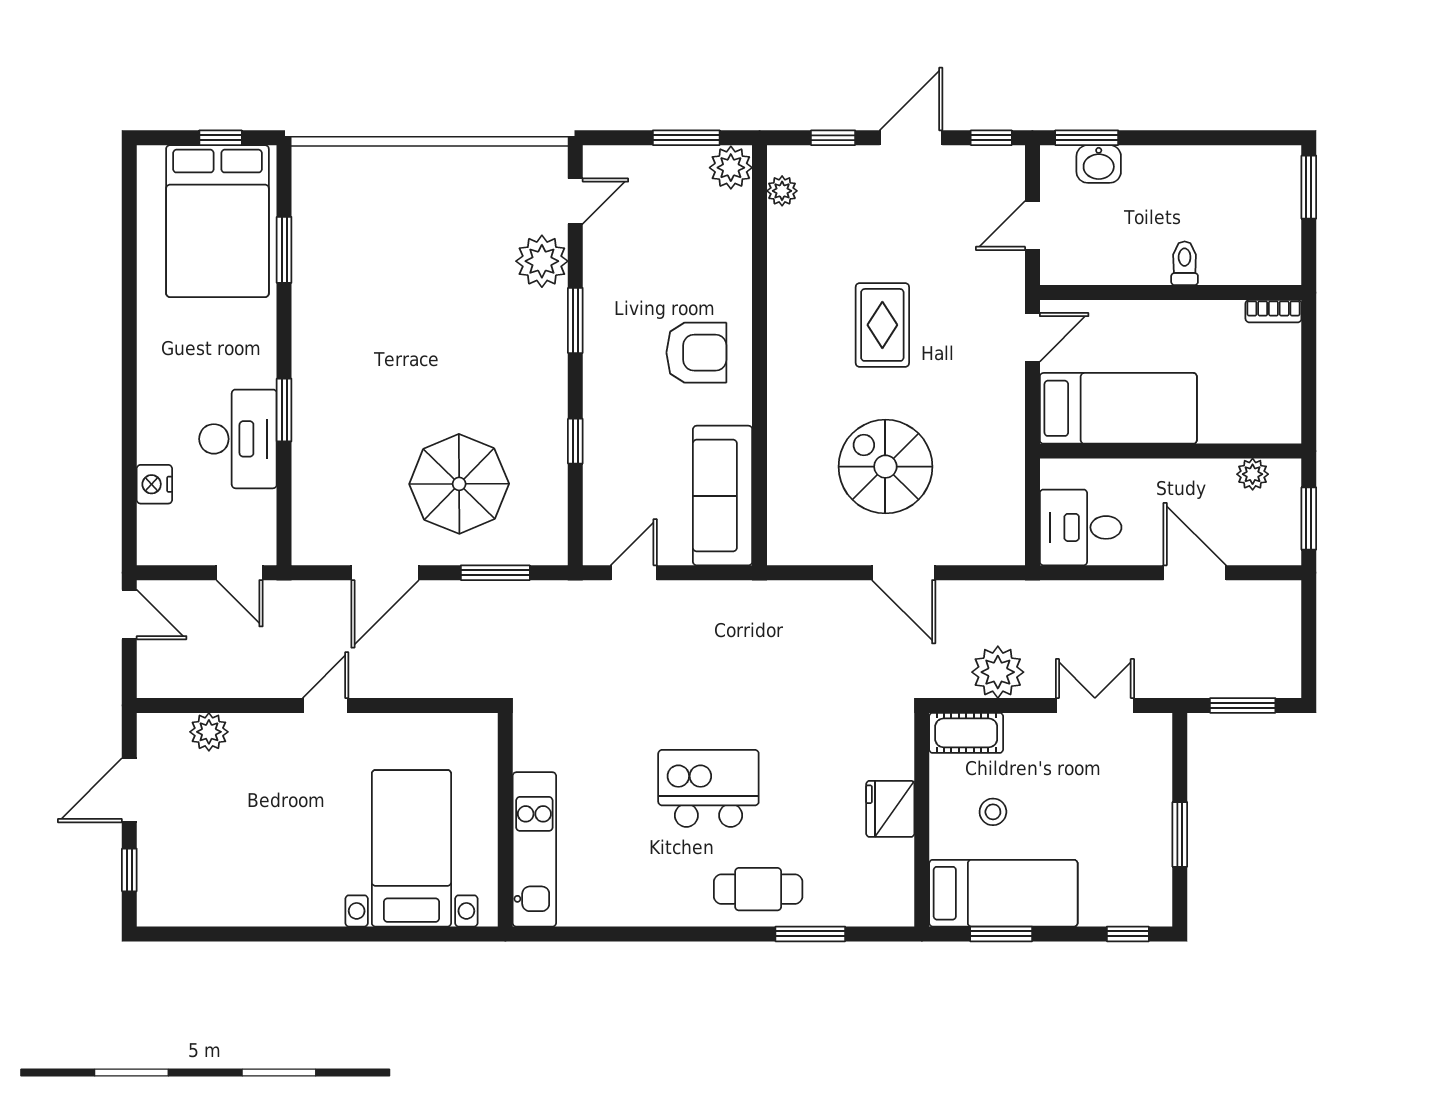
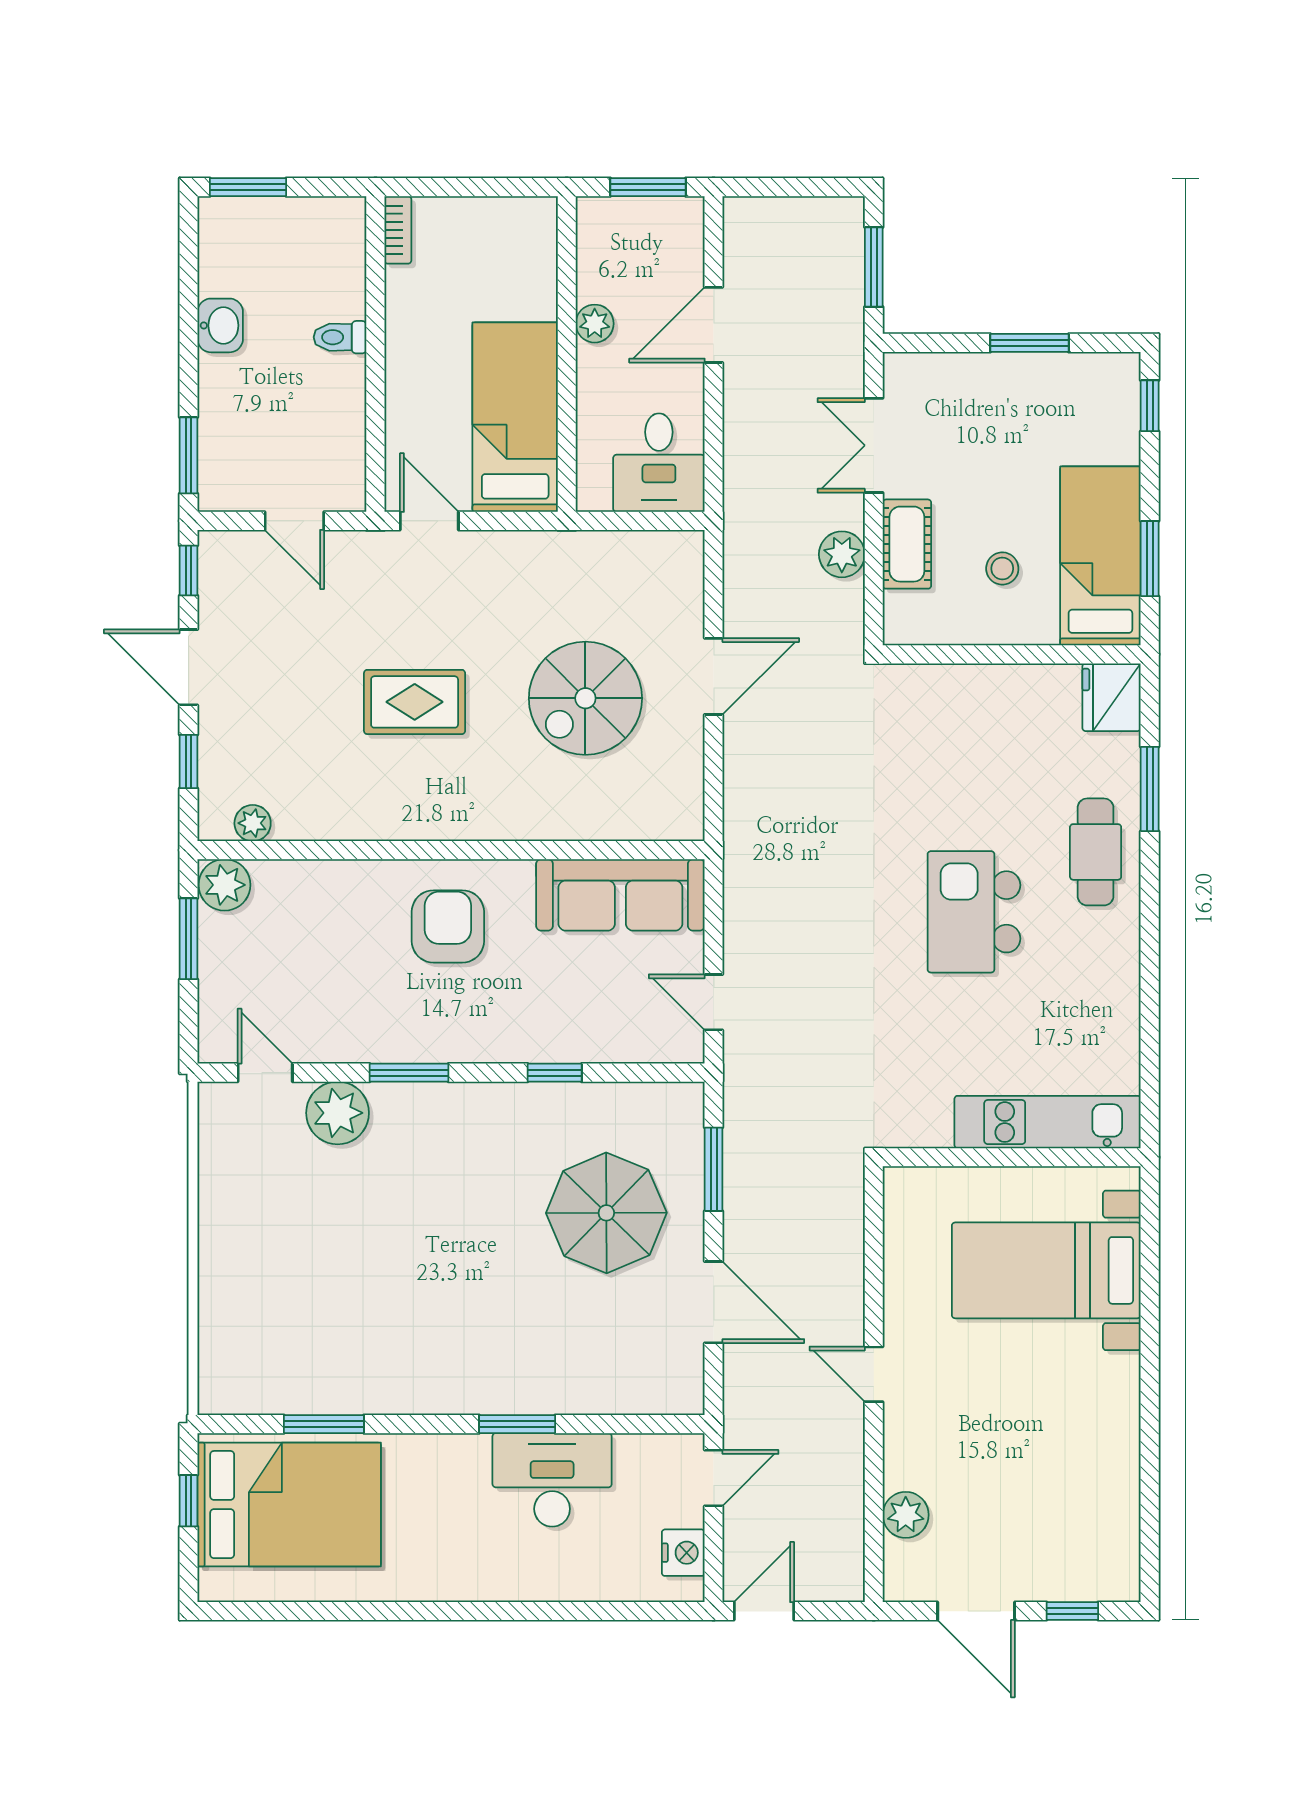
washbasin: (1099, 164) -> (220, 325), moved
plant: (1253, 474) -> (595, 324), moved
nightstand: (154, 484) -> (683, 1553), moved, turned -90
plant: (998, 672) -> (842, 554), width x0.73, depth x0.73
cot: (966, 733) -> (907, 544), moved
fridge: (890, 809) -> (1112, 697), moved, turned 90

